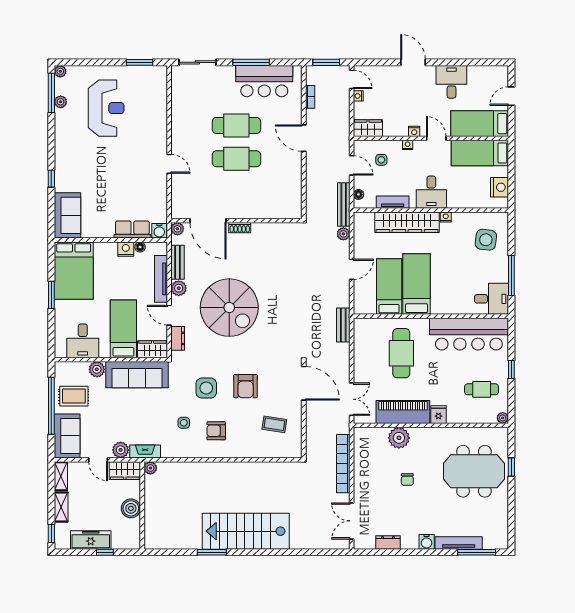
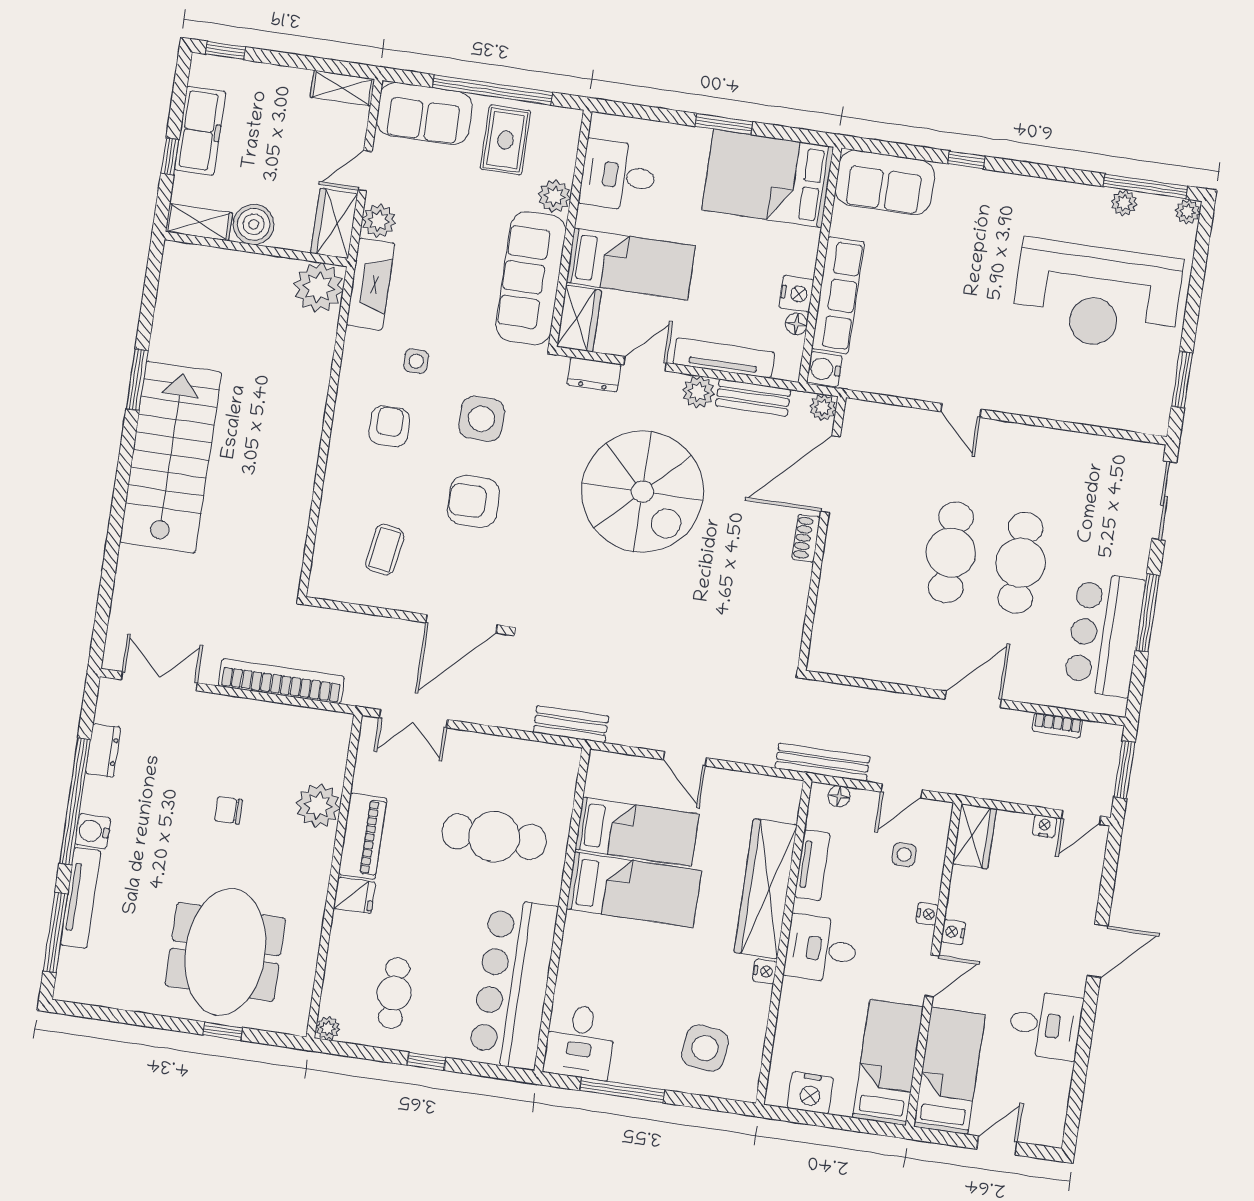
door: (511, 96) -> (997, 1146), hinge flipped
reception desk: (106, 108) -> (1097, 296), width x1.36, depth x1.30
door: (169, 164) -> (961, 410), hinge flipped
row of seats: (132, 230) -> (838, 295), width x1.48
plant: (343, 234) -> (761, 753), removed
spiral stairs: (229, 308) -> (642, 492), turned -90
piano: (403, 412) -> (363, 836), width x0.73, depth x0.75
fireplace: (145, 452) -> (370, 284), width x1.37, depth x1.32
plant: (150, 468) -> (319, 287), width x1.88, depth x1.88
shelving: (61, 507) -> (199, 222), moved
window: (414, 552) -> (75, 801), added

